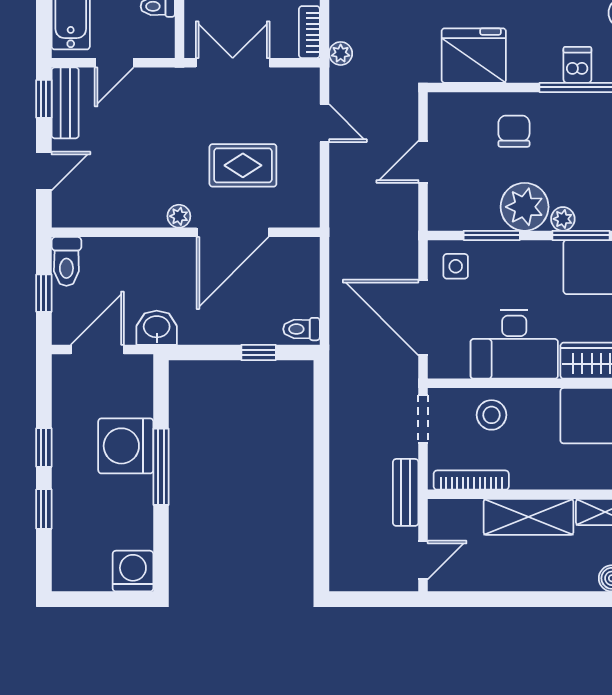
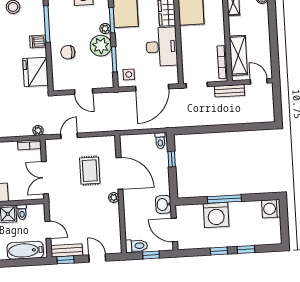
dishwasher: (577, 65) -> (38, 42), moved
stool: (492, 415) -> (193, 55), removed
shelving: (528, 517) -> (238, 55), moved

